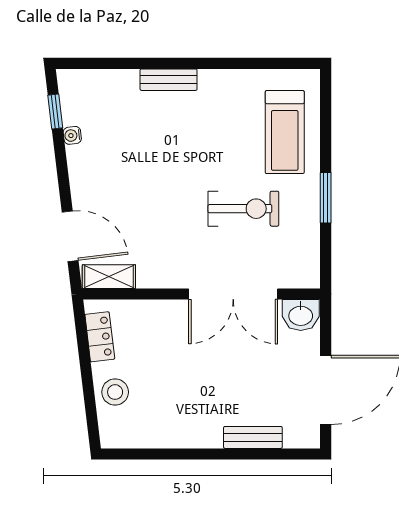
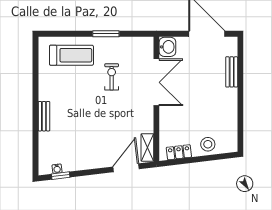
water cooler: (72, 135) -> (57, 169), moved
exercise bike: (243, 209) -> (112, 77), width x0.73, depth x0.72

